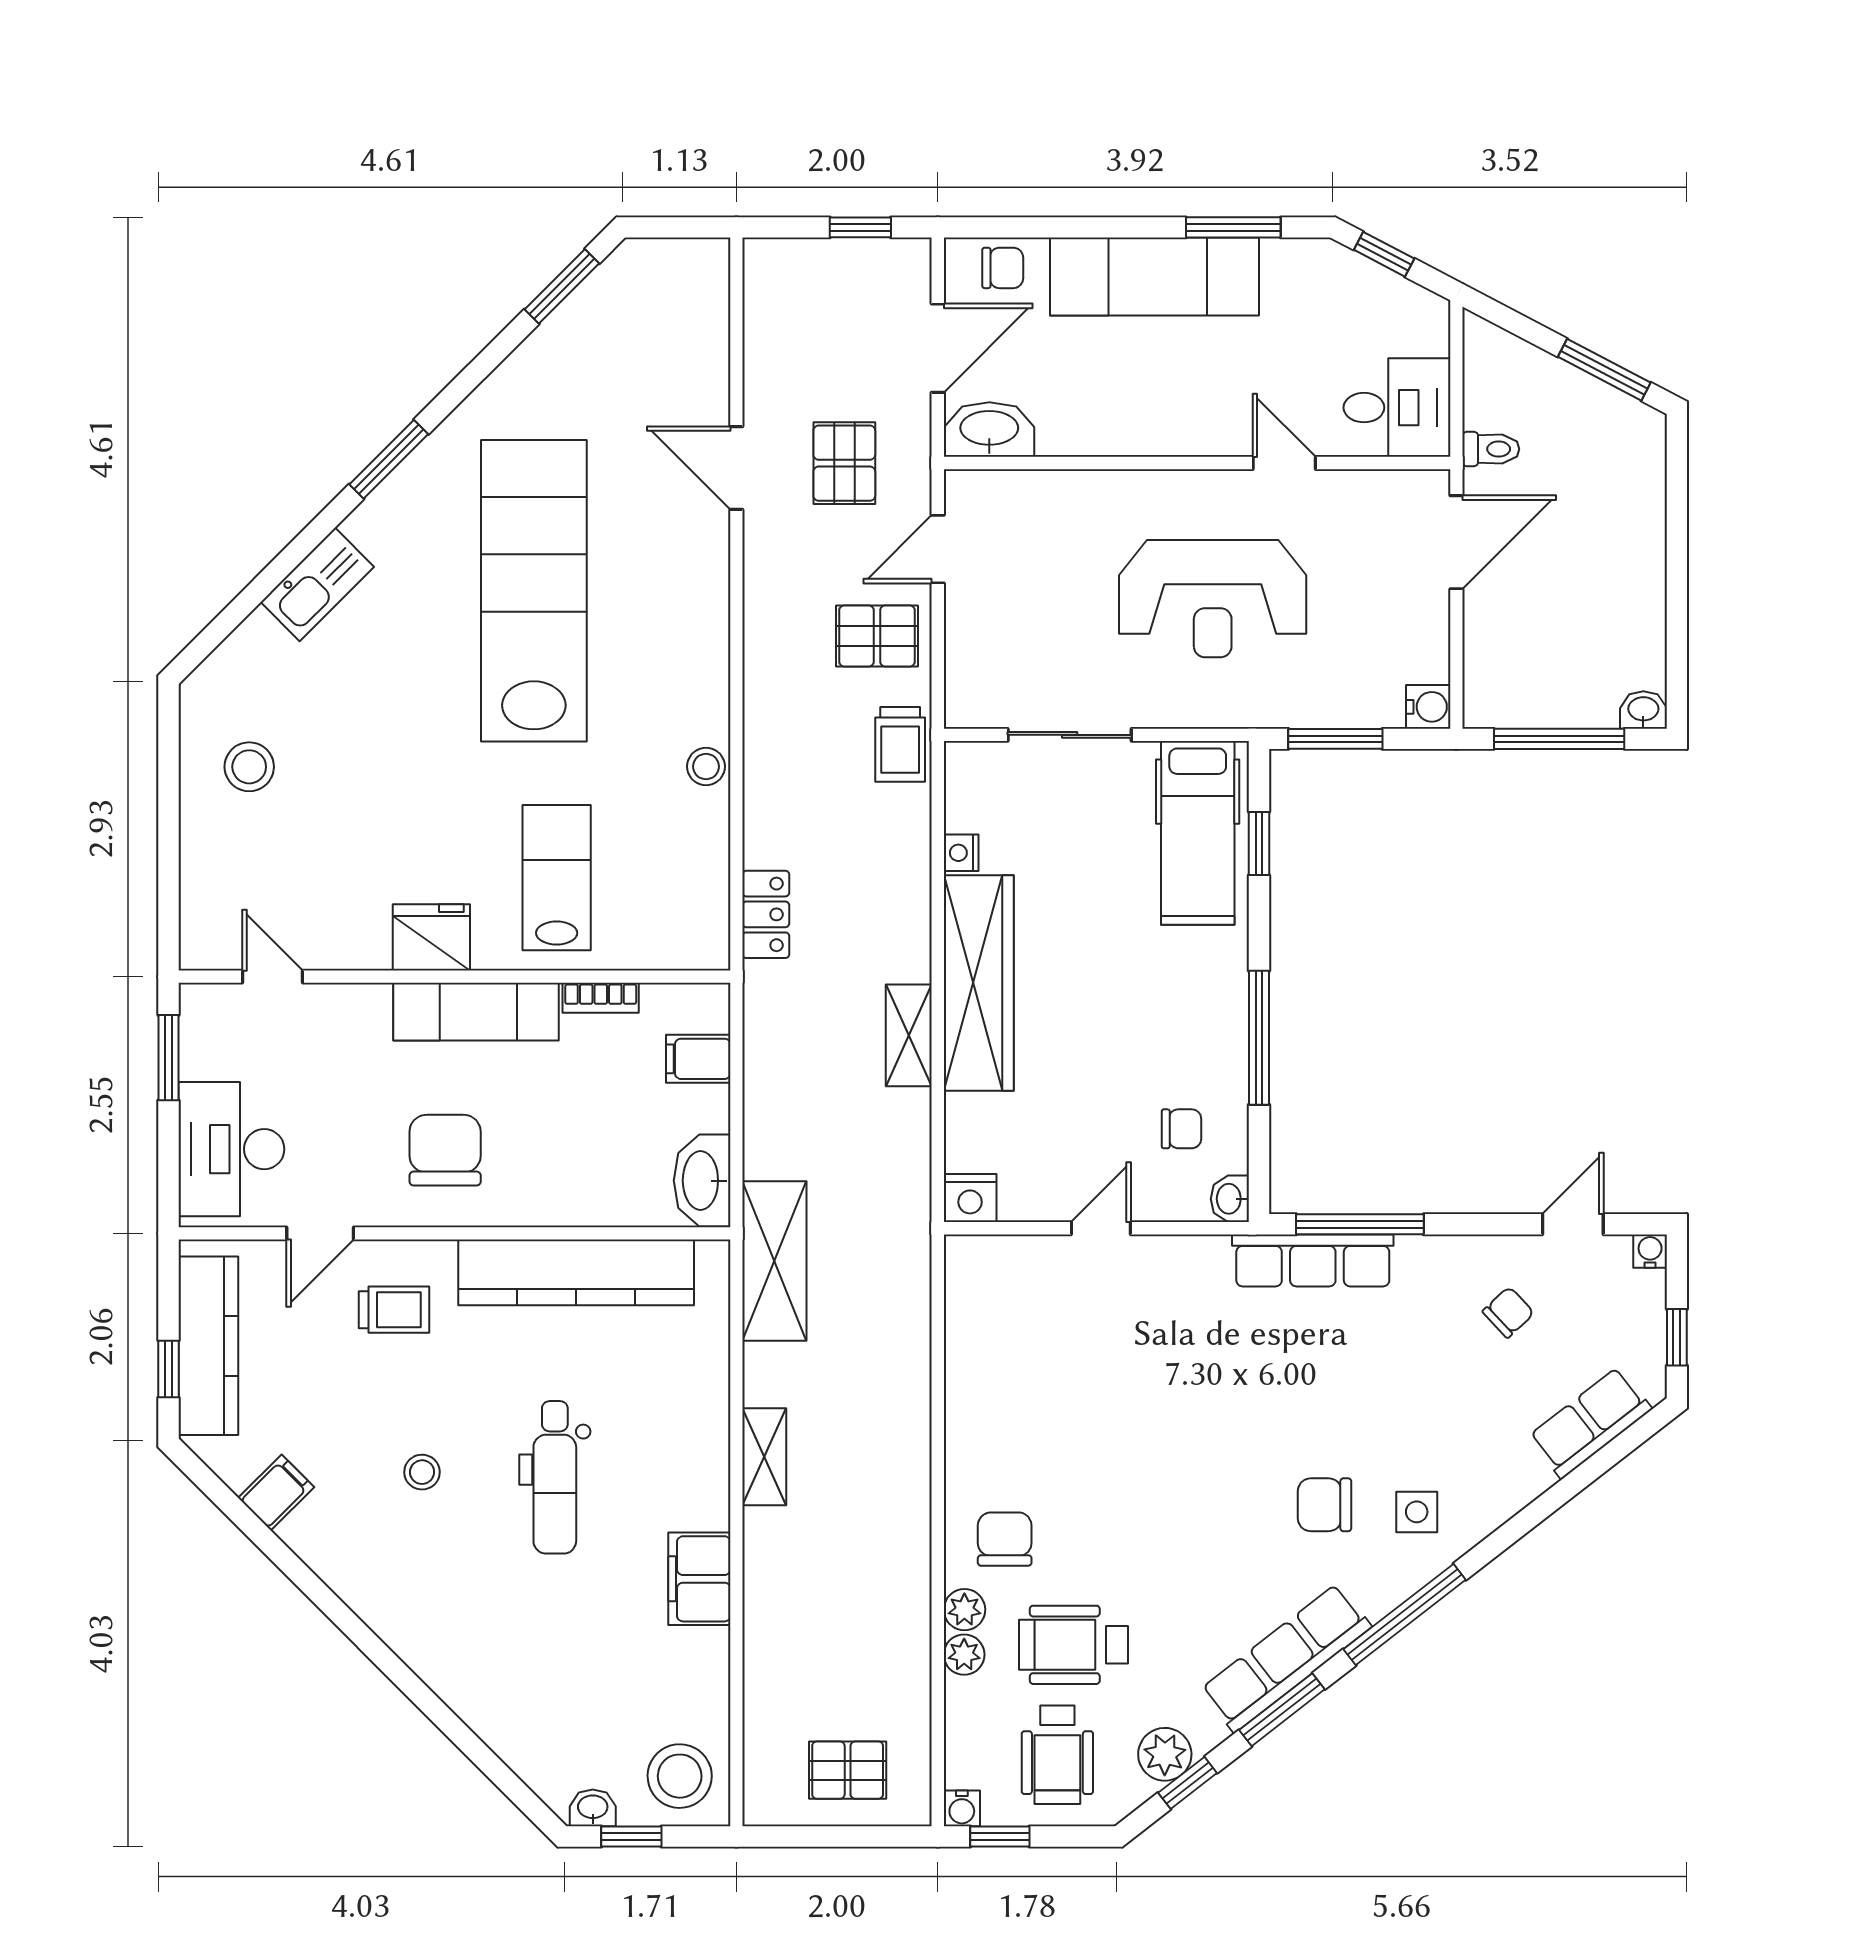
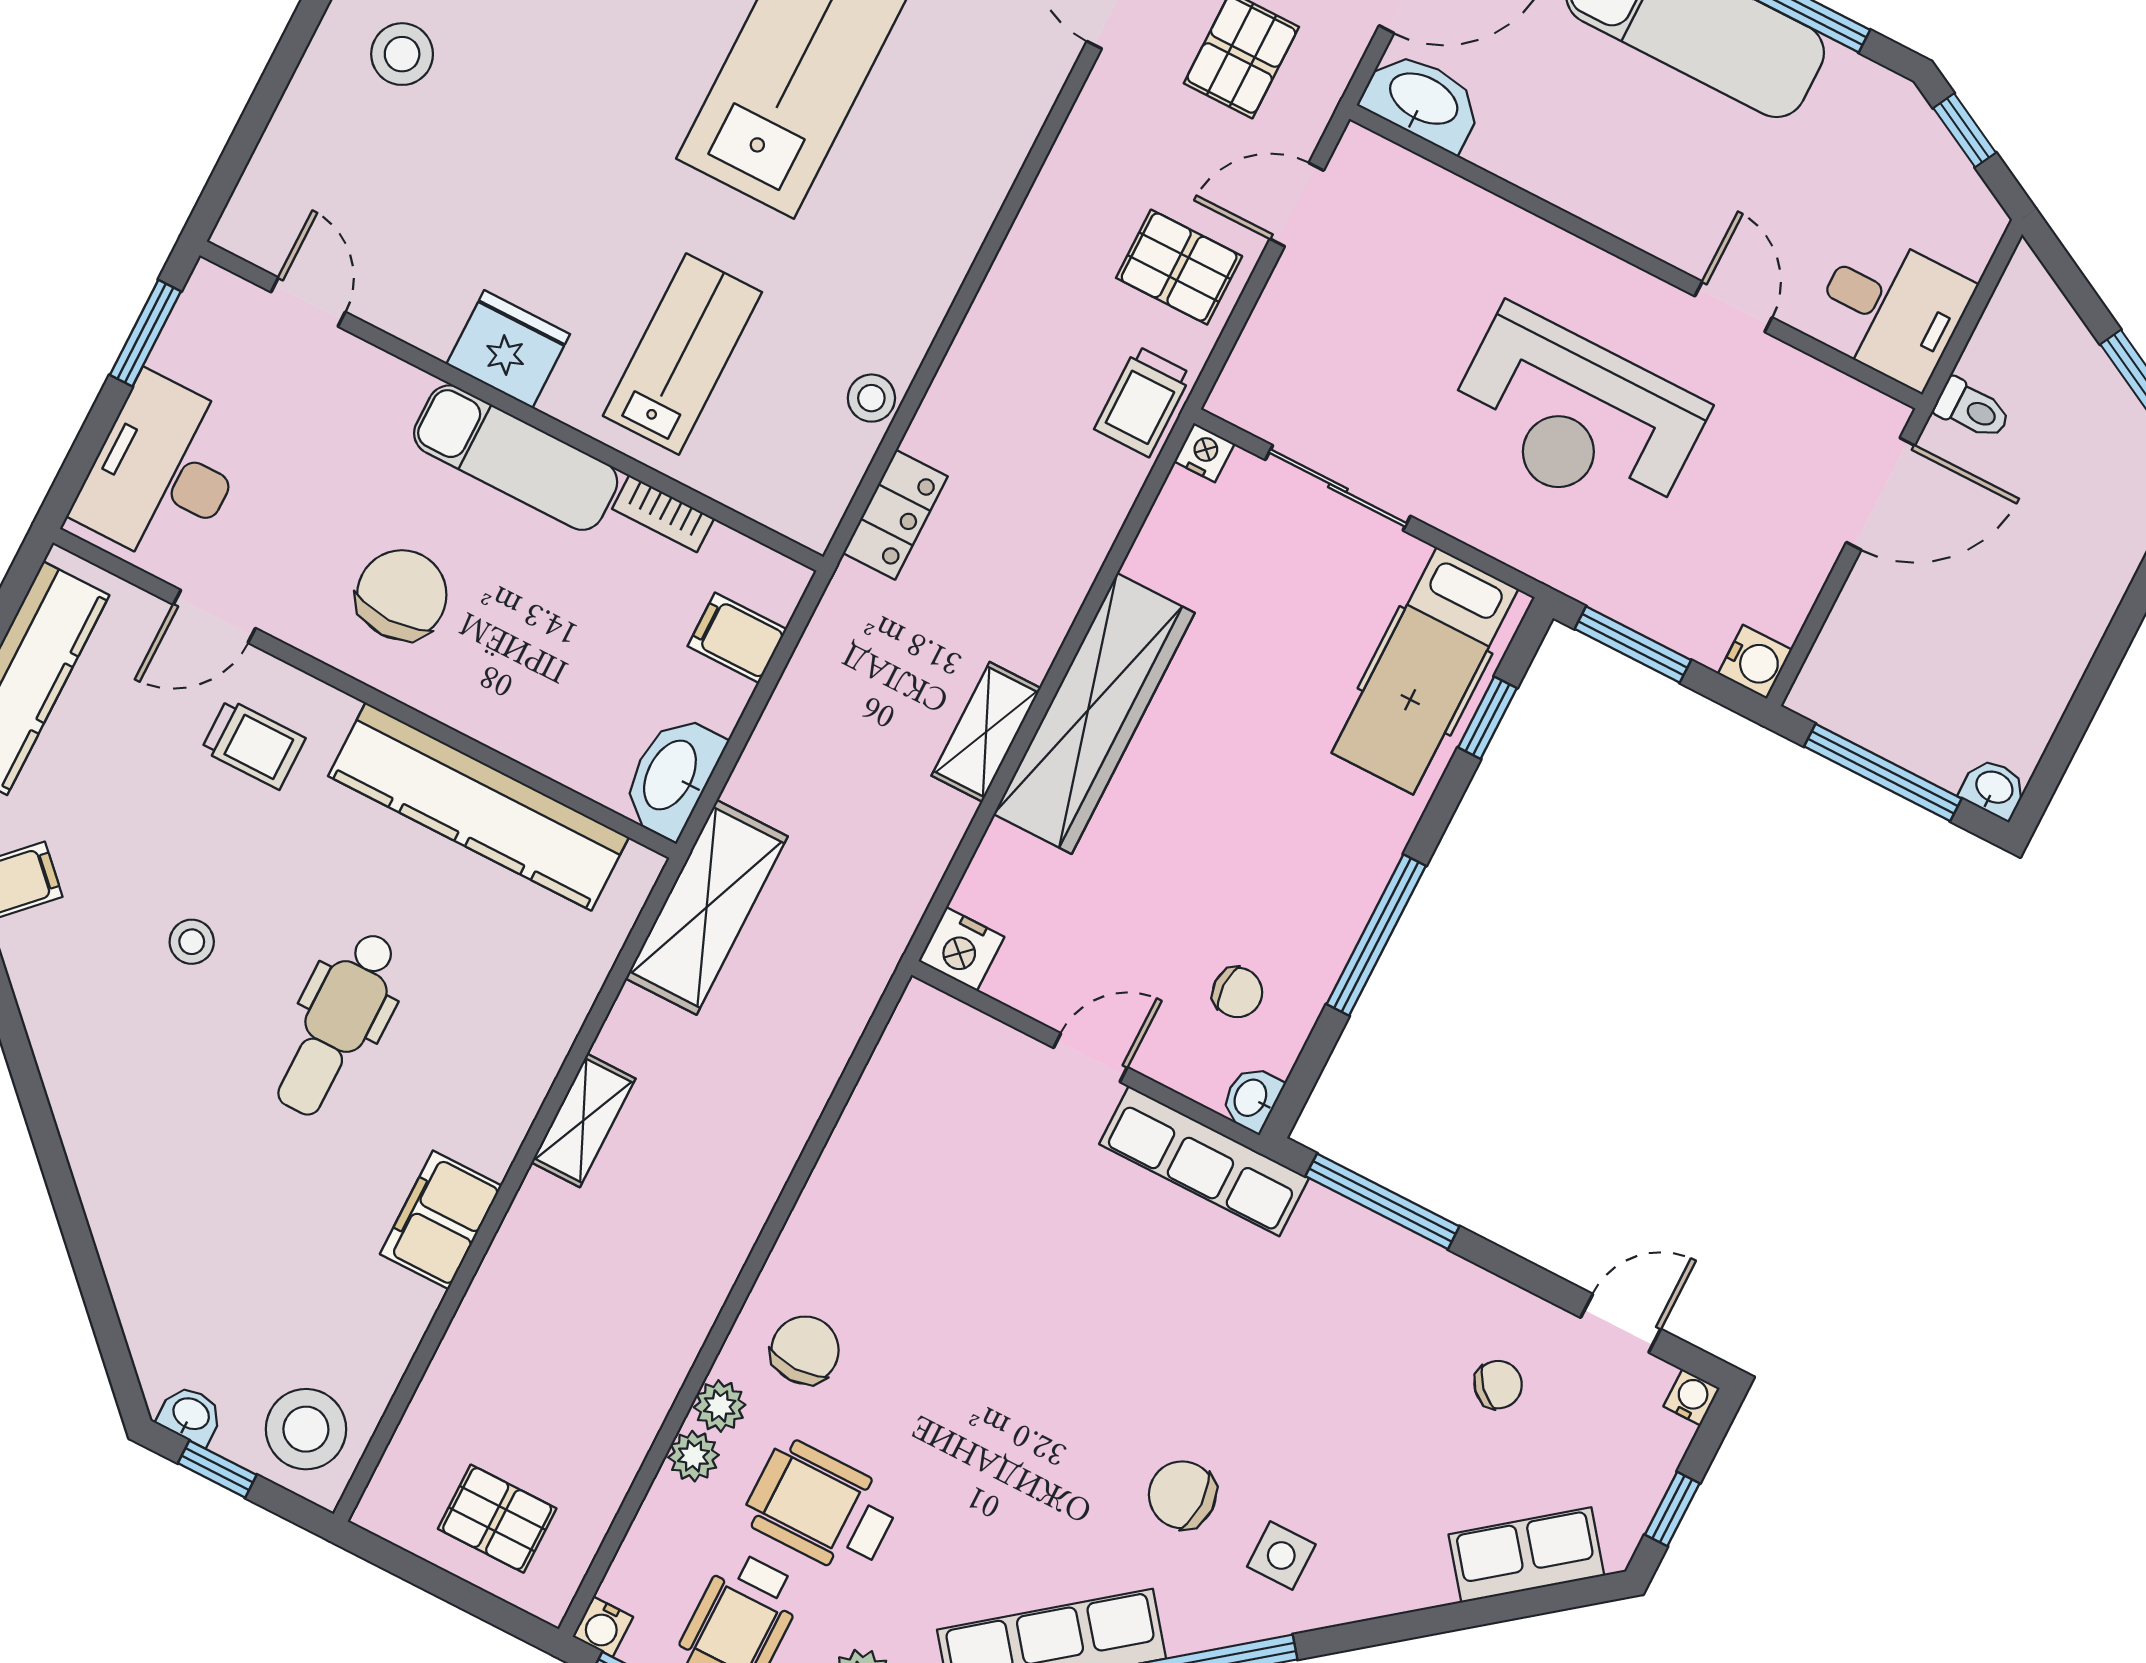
stool: (706, 766) -> (871, 398), moved
nightstand: (961, 853) -> (1204, 453), moved, turned 90
row of seats: (1313, 1260) -> (1204, 1161), moved

